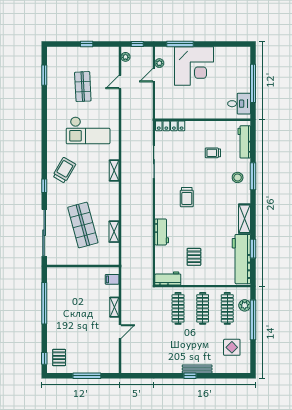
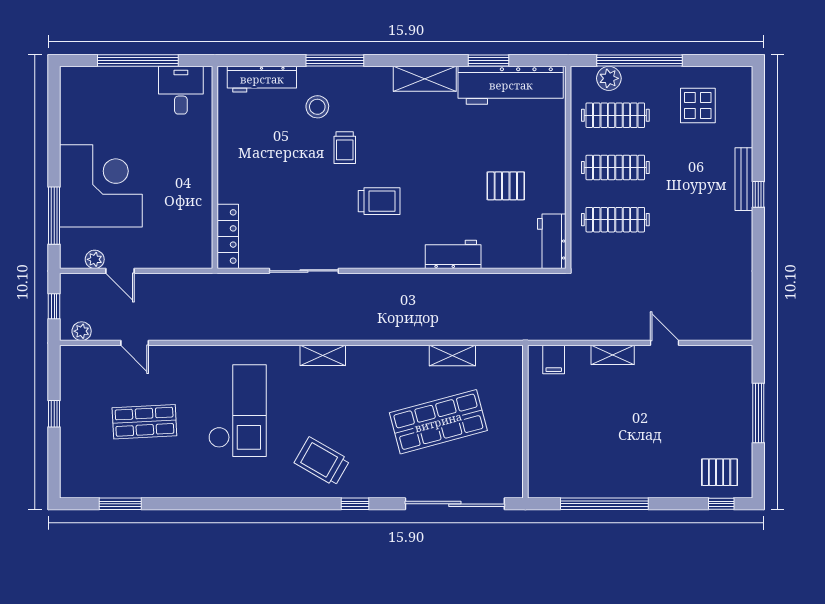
trolley: (213, 153) -> (345, 148), moved
stool: (238, 177) -> (317, 107), moved

